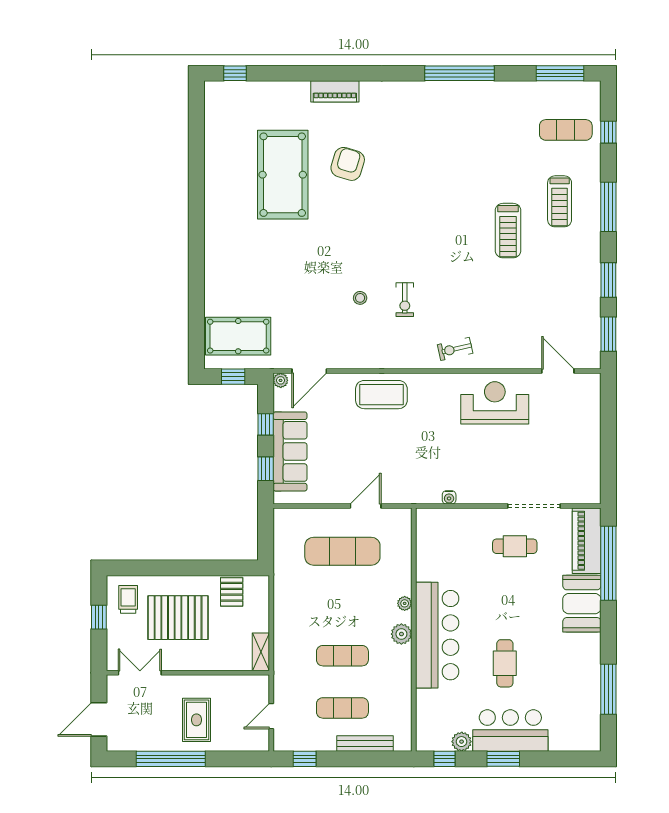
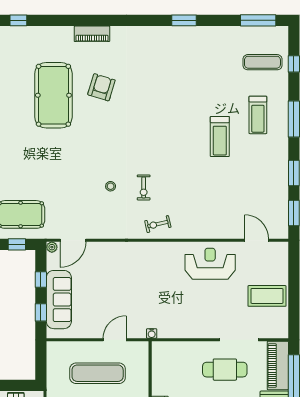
window: (460, 73) -> (184, 20), width x0.47
exercise bike: (455, 349) -> (158, 224), moved
coffee table: (381, 395) -> (267, 296), moved
water cooler: (449, 497) -> (152, 333), moved
cafe table: (515, 546) -> (225, 370), width x1.37, depth x1.35

